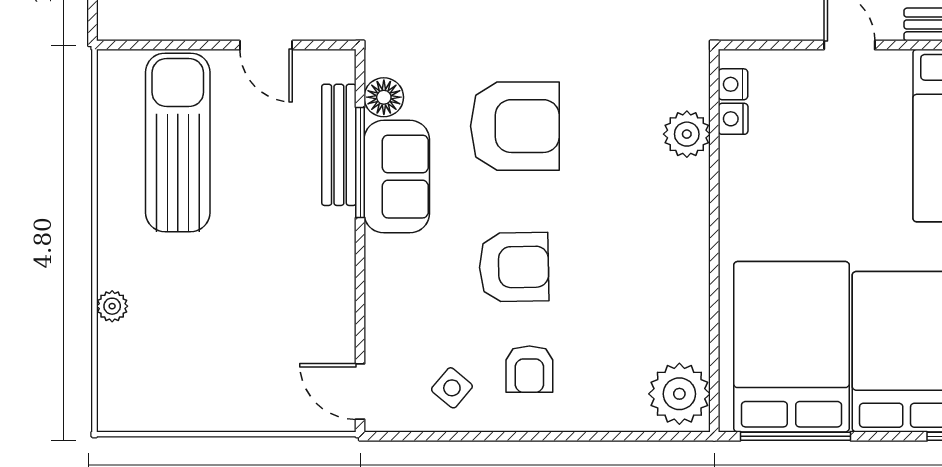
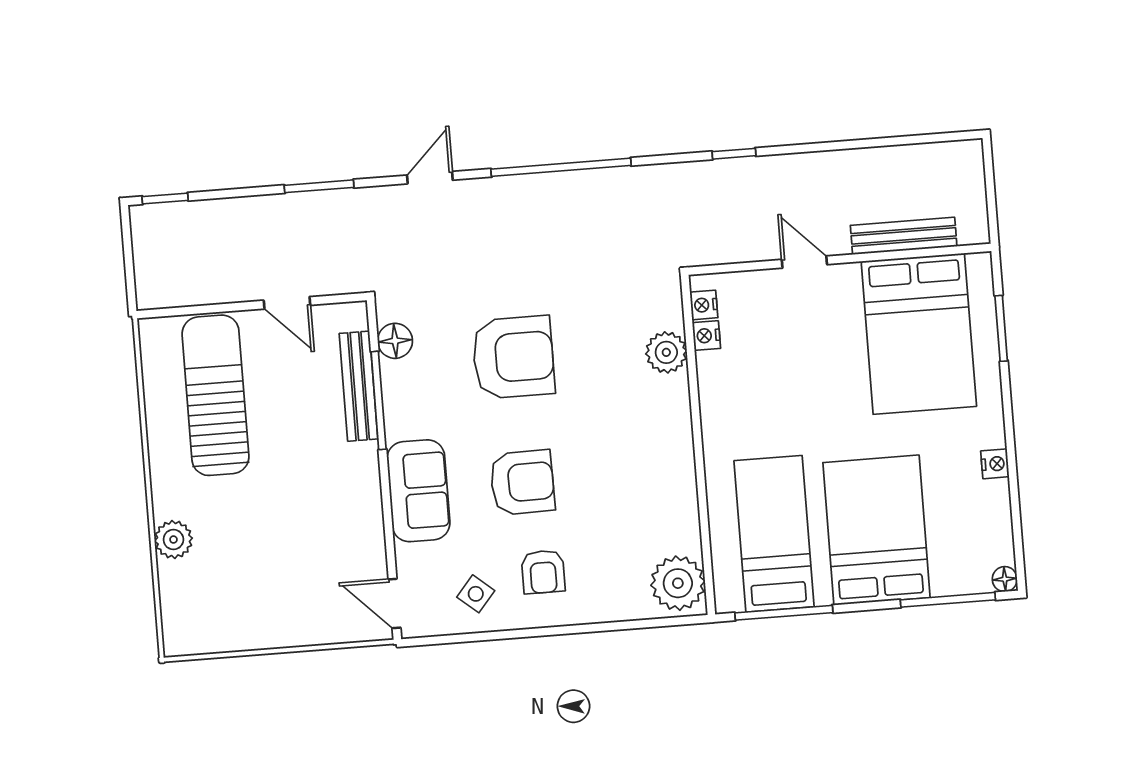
sofa: (397, 177) -> (418, 491), moved
plant: (112, 306) -> (173, 540), width x1.38, depth x1.38
bed: (791, 347) -> (774, 534), width x0.67

